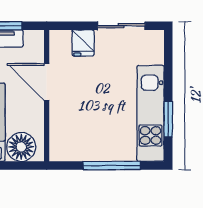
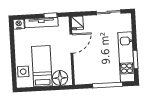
fridge: (83, 43) -> (77, 23), moved
door: (47, 82) -> (71, 44), swing flipped

